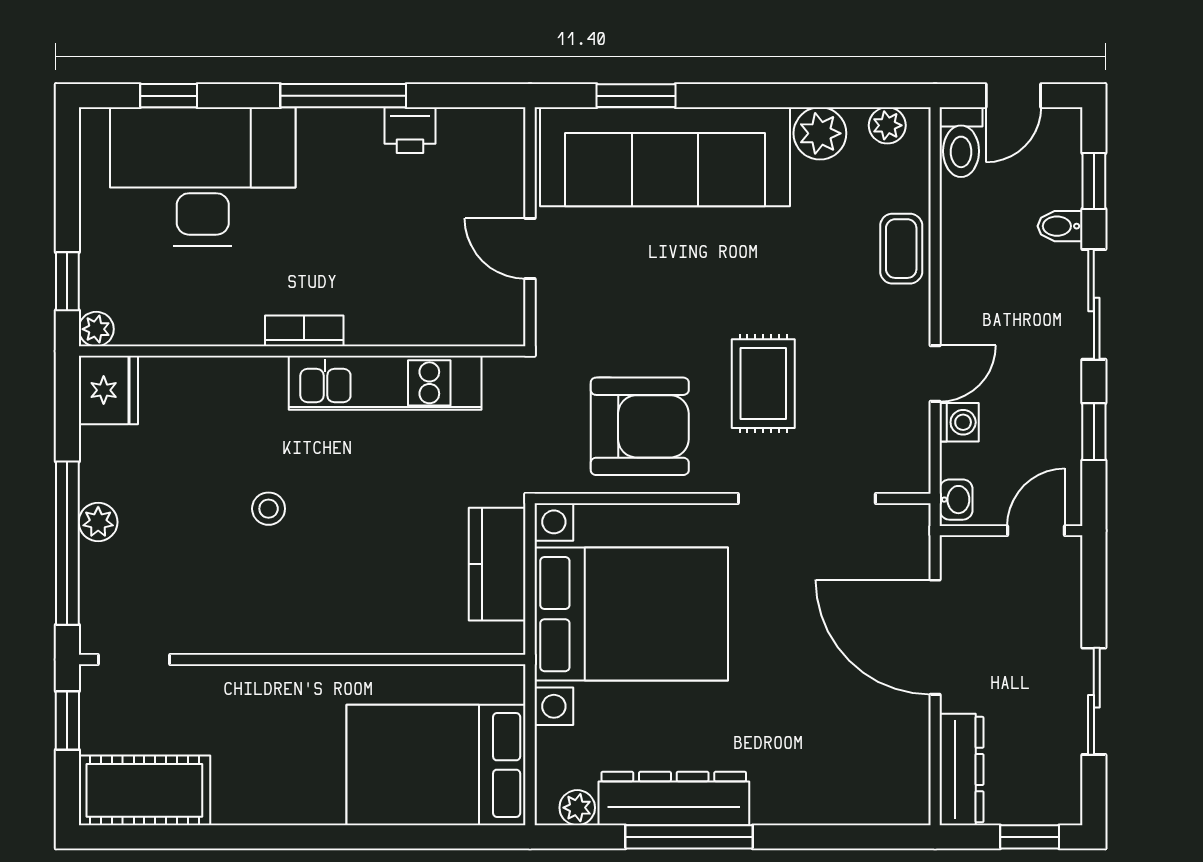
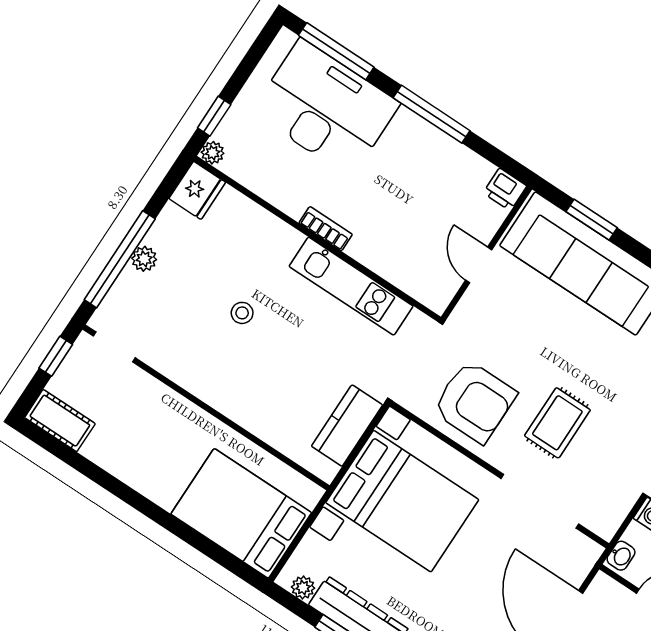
window: (169, 96) -> (336, 51), width x2.17
printer: (410, 130) -> (505, 190), moved
cot: (144, 790) -> (60, 421), width x0.73, depth x0.75

